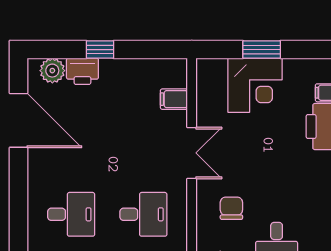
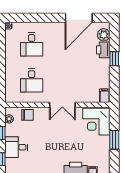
corner desk: (255, 85) -> (96, 122), moved
filing cabinet: (174, 99) -> (105, 96), moved
chair: (231, 208) -> (28, 115), moved

